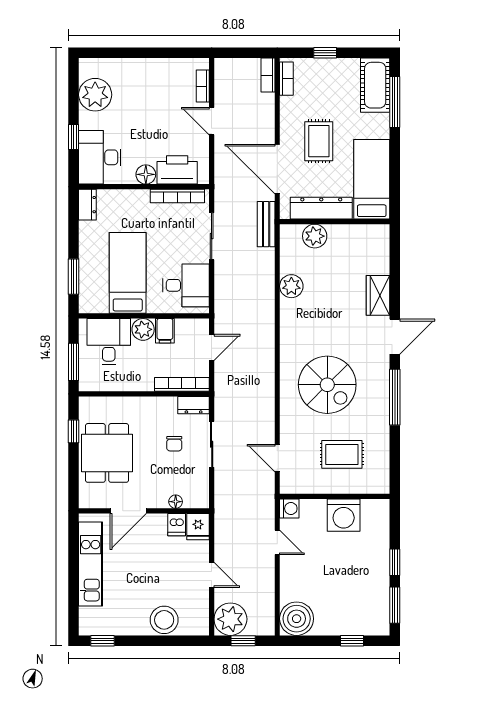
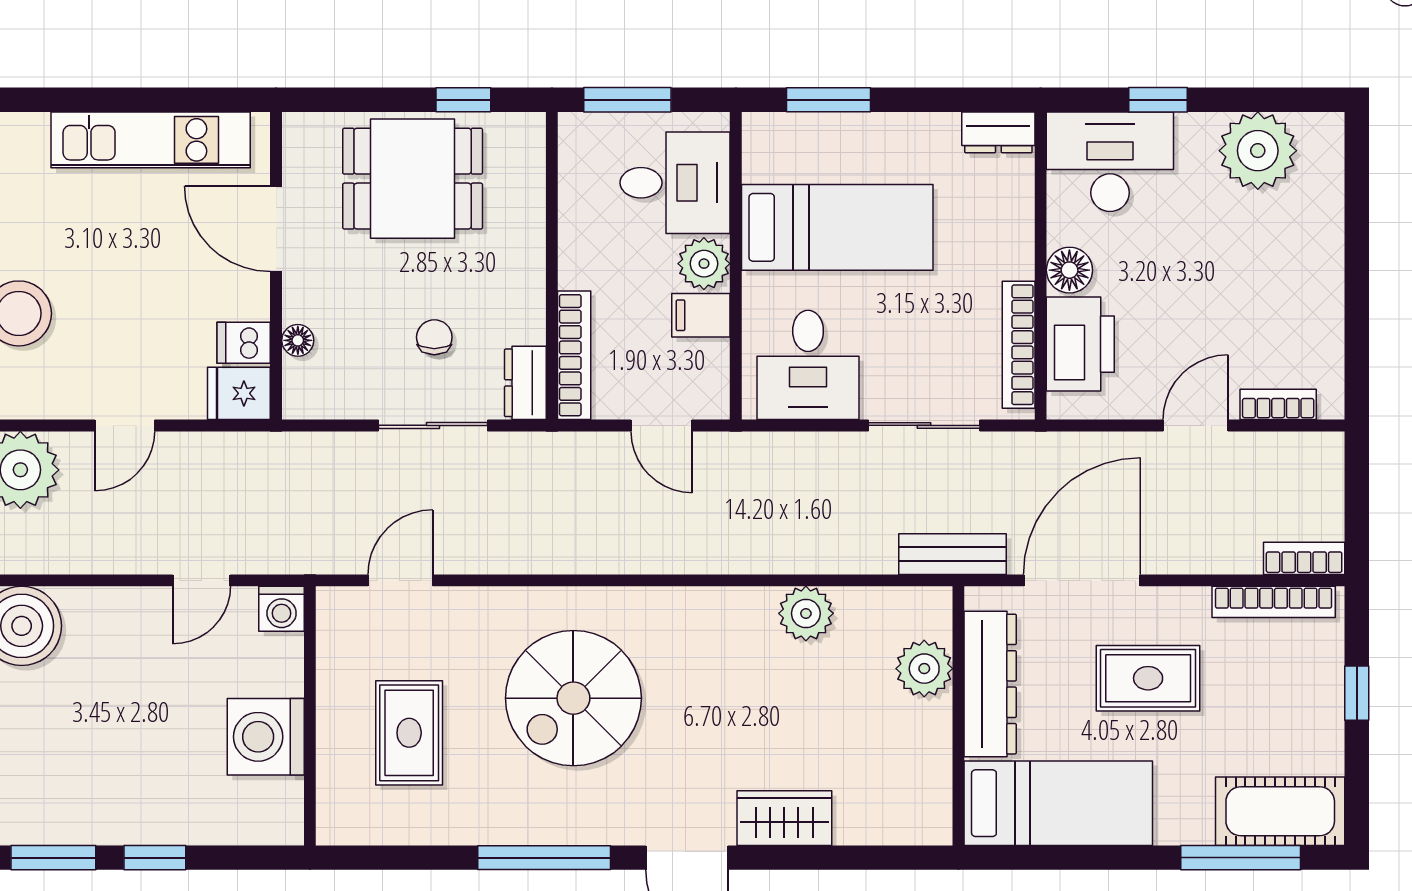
bookcase: (286, 79) -> (1274, 602), width x1.56
chair: (174, 444) -> (434, 337), turned 90

